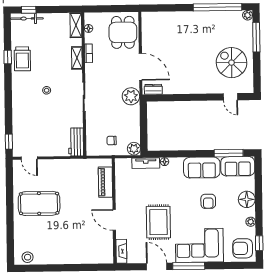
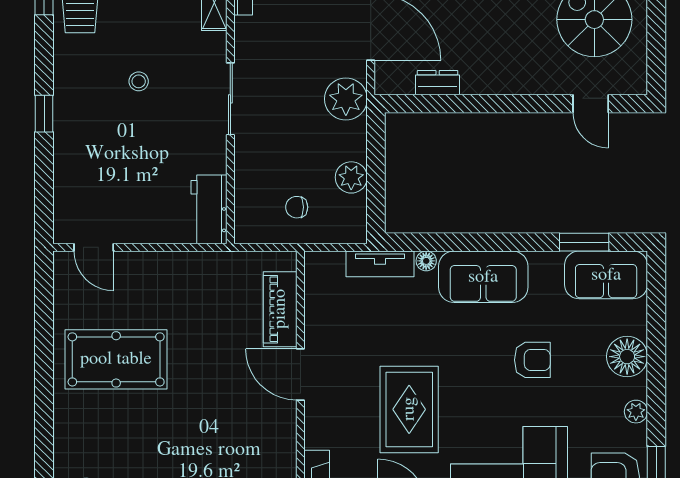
dresser: (153, 89) -> (438, 83), moved
window: (9, 142) -> (44, 114), moved
plant: (134, 149) -> (351, 177), moved
window: (229, 153) -> (584, 242), width x0.69
sofa: (202, 168) -> (483, 277), moved
armchair: (208, 201) -> (532, 360), turned -90
door: (114, 220) -> (300, 375), moved

